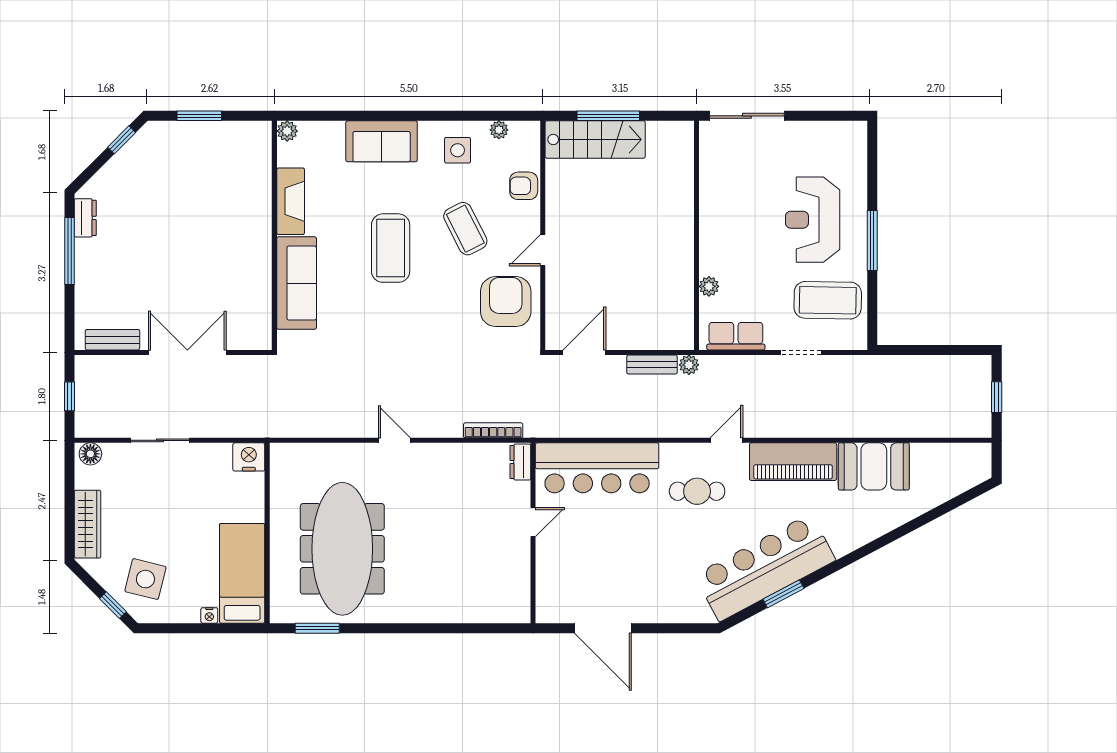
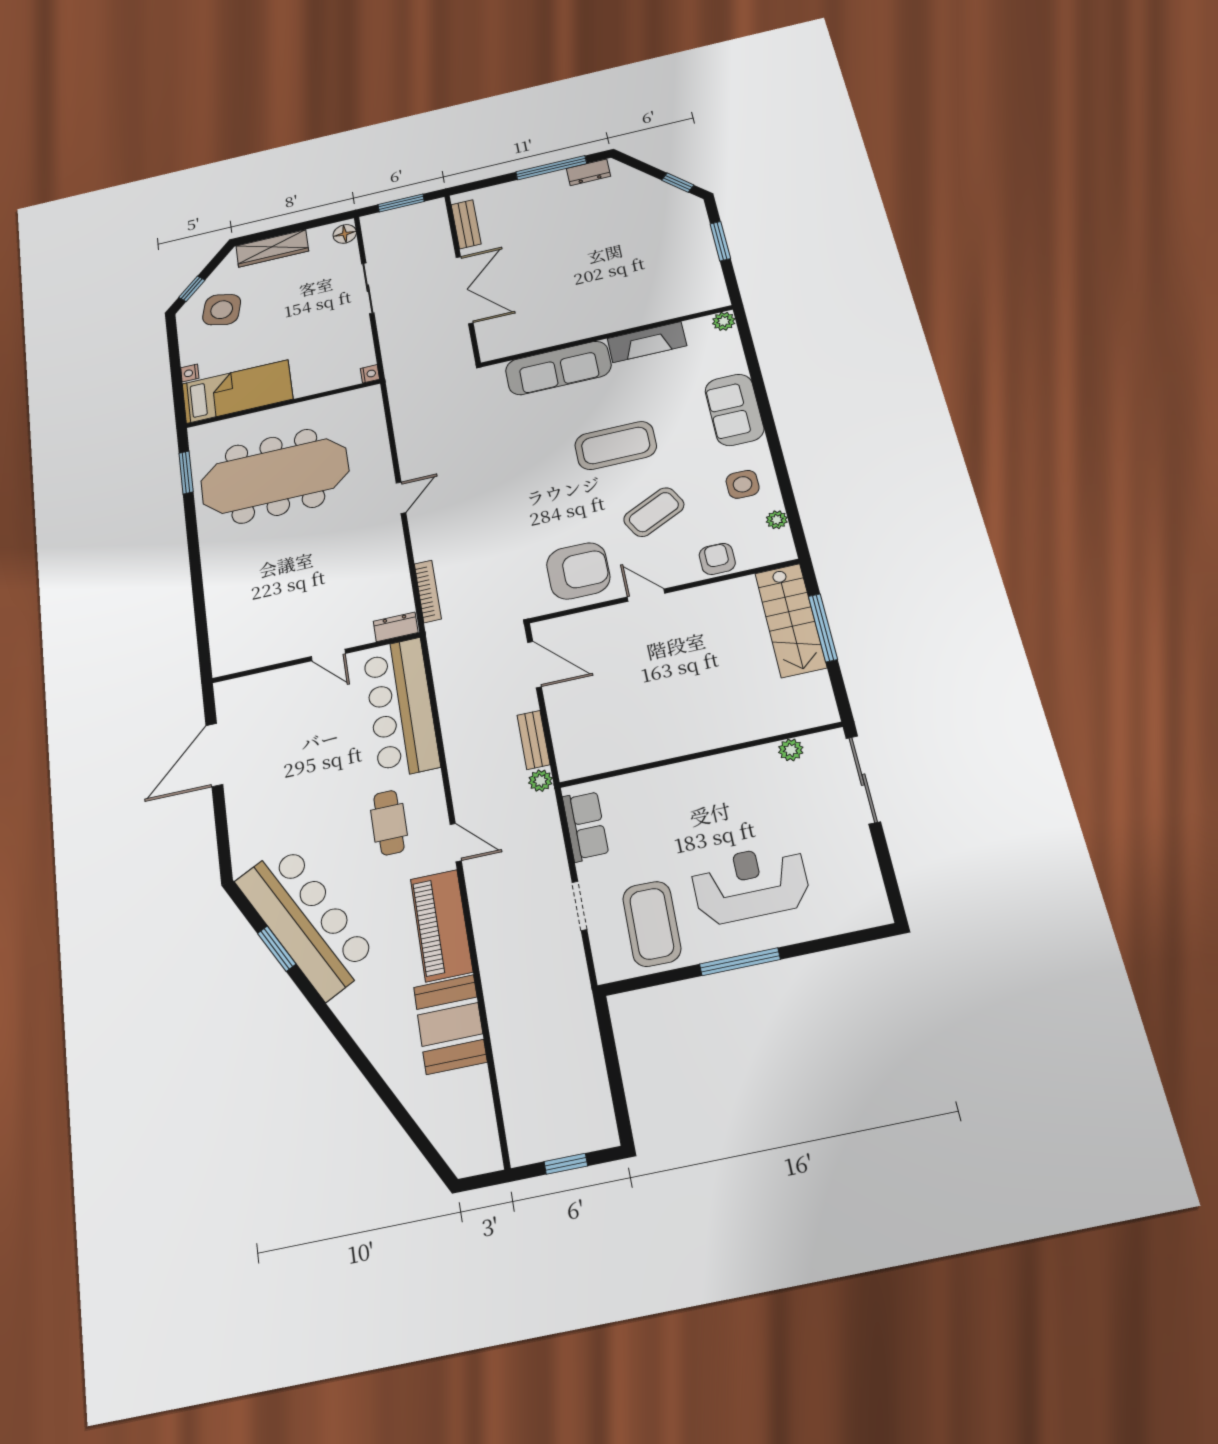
plant: (709, 286) -> (791, 750), moved
window: (69, 396) -> (401, 203), width x1.50
nightstand: (249, 457) -> (370, 374), width x0.53, depth x0.56

